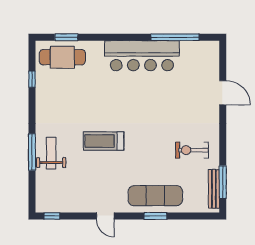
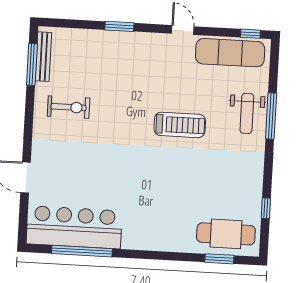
bar counter: (142, 56) -> (74, 227), moved
exercise mat: (155, 196) -> (230, 53), moved

